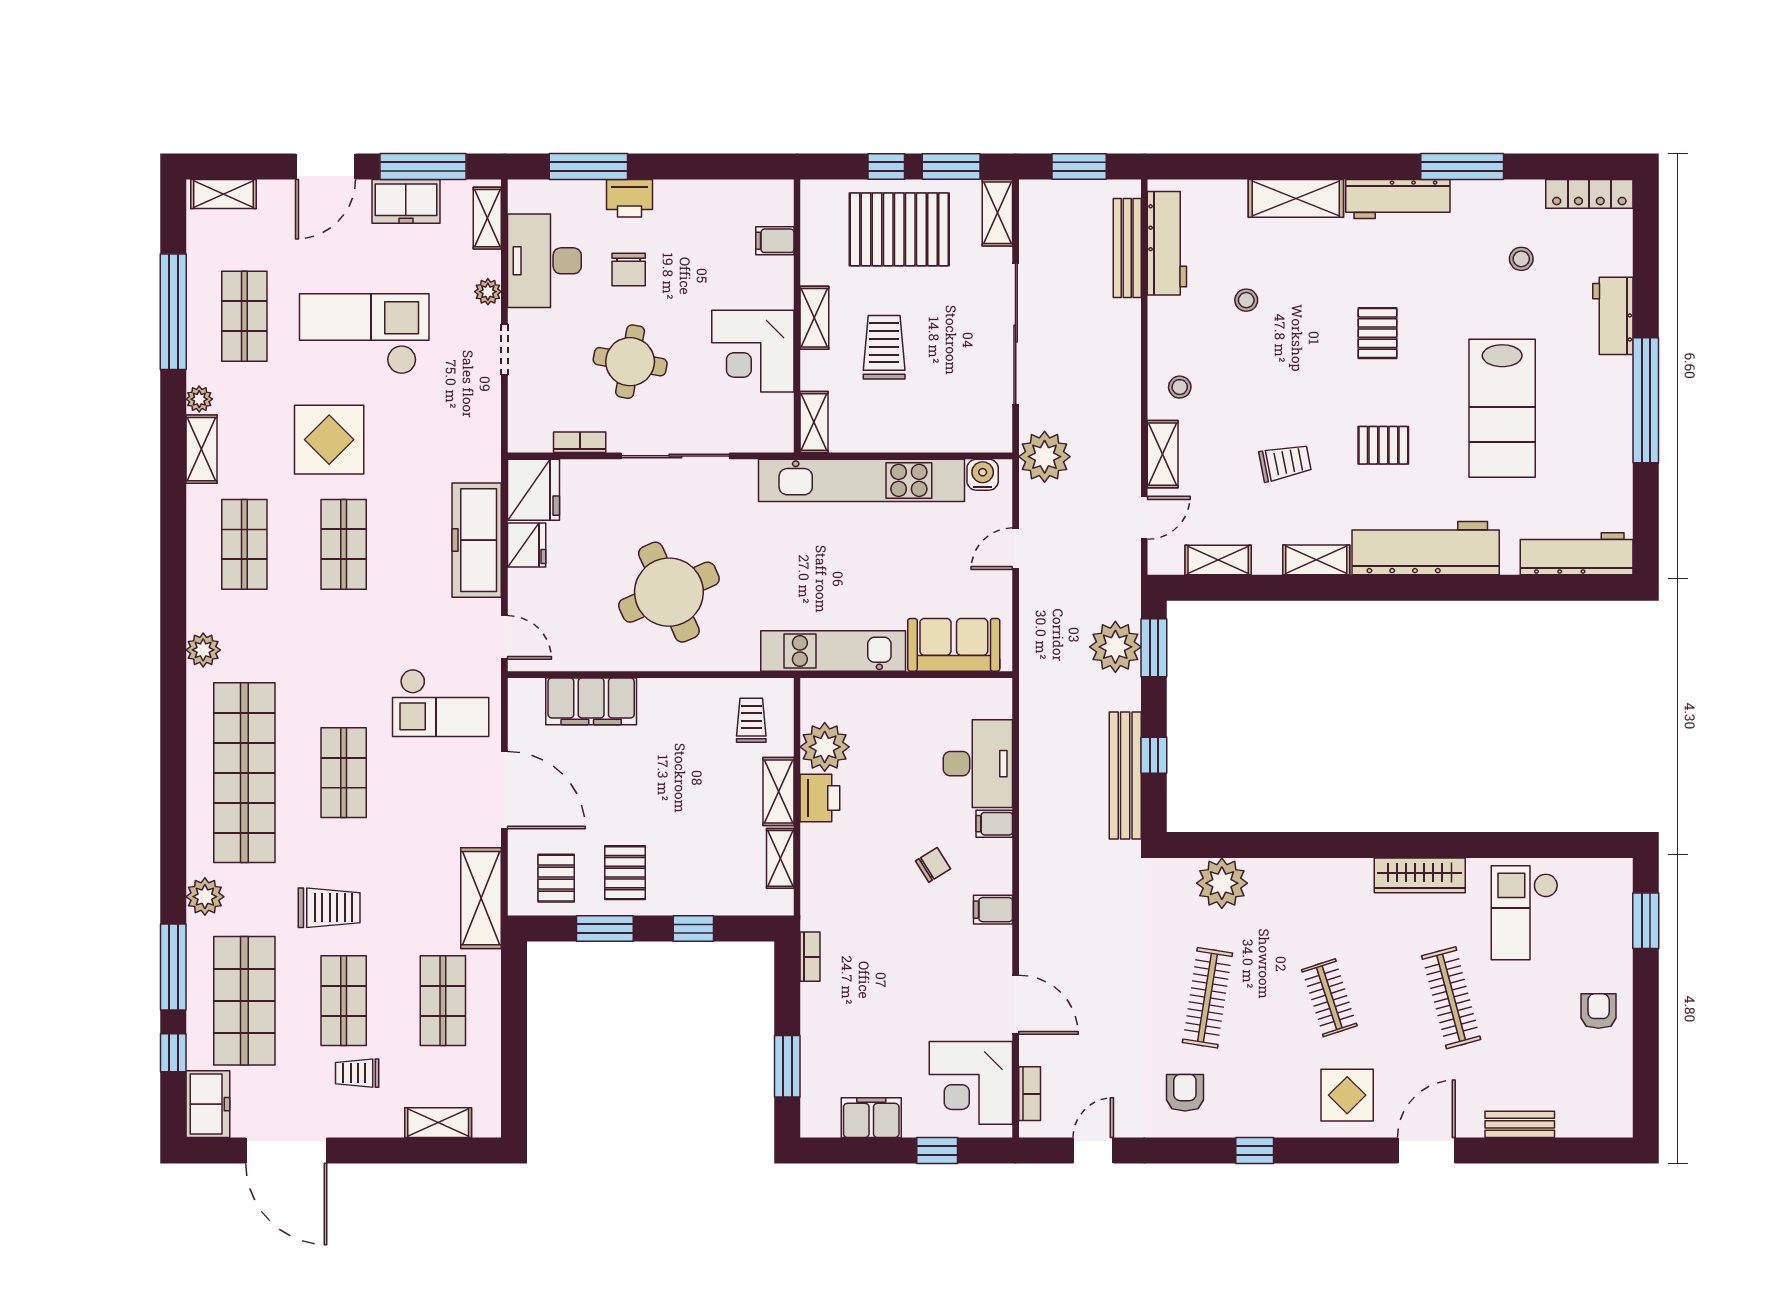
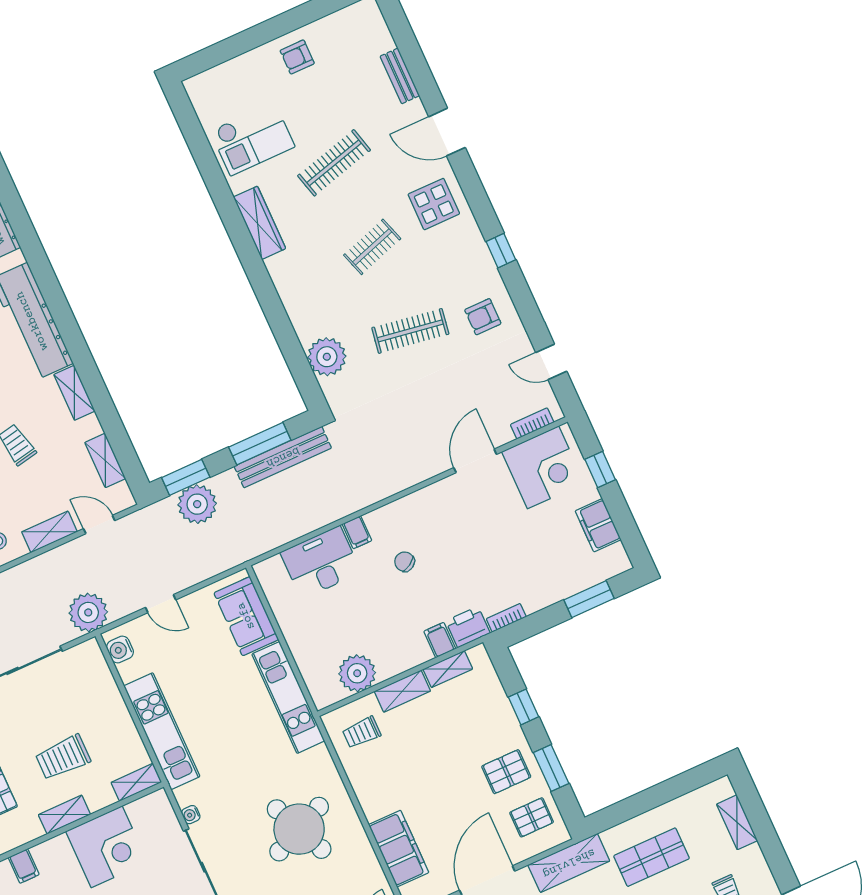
water cooler: (745, 470) -> (191, 815), added
kitchen unit: (862, 480) -> (162, 731), width x0.73
window: (1154, 755) -> (260, 444), width x2.17
printer: (820, 798) -> (468, 627), moved
filing cabinet: (993, 910) -> (440, 640), moved, turned 180
window: (1646, 921) -> (220, 53), removed

